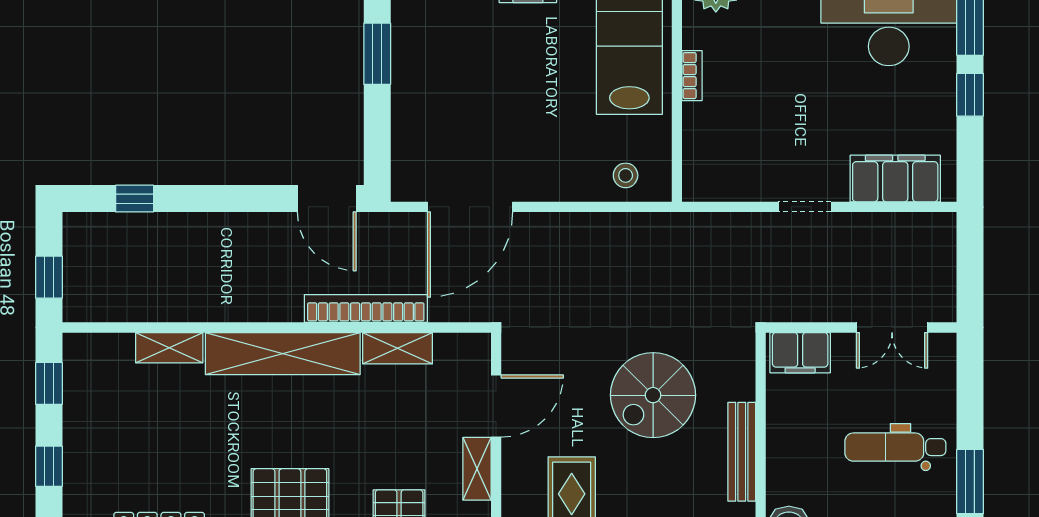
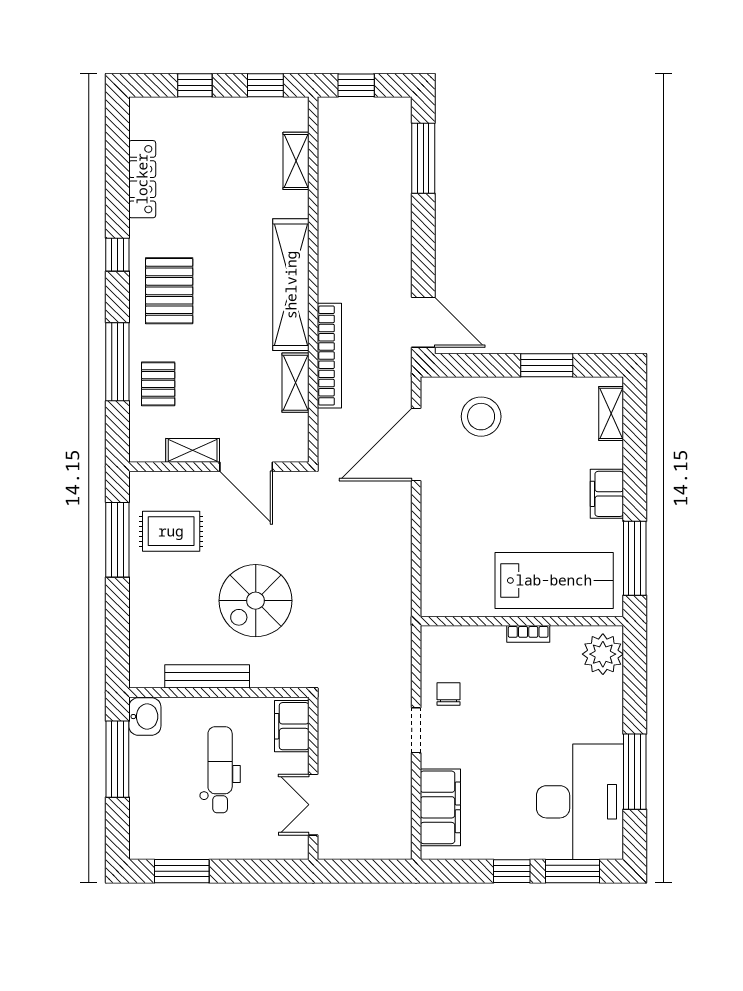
chair: (762, 169) -> (449, 694), added
stool: (626, 175) -> (481, 417), moved, width x1.89, depth x1.89
window: (135, 199) -> (423, 158), width x2.17
door: (327, 199) -> (423, 322), swing flipped
door: (470, 207) -> (416, 445), hinge flipped
shelving: (169, 348) -> (296, 161), moved
spiral stairs: (653, 395) -> (256, 601), turned -90
dental chair: (895, 447) -> (220, 770), moved

